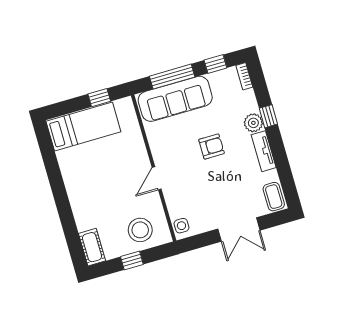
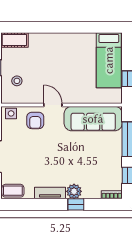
sofa: (175, 99) -> (93, 119), moved, turned -90
armchair: (212, 146) -> (35, 120), moved
stool: (140, 230) -> (17, 81), width x0.53, depth x0.53

